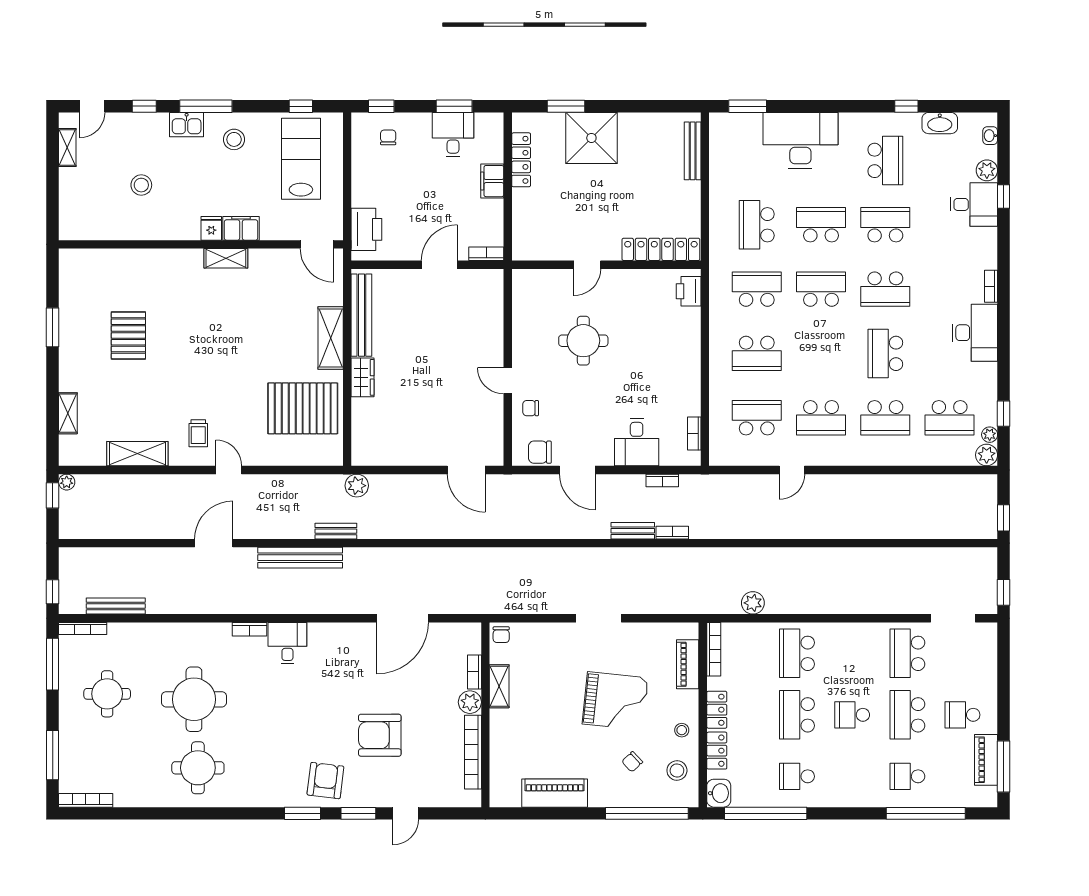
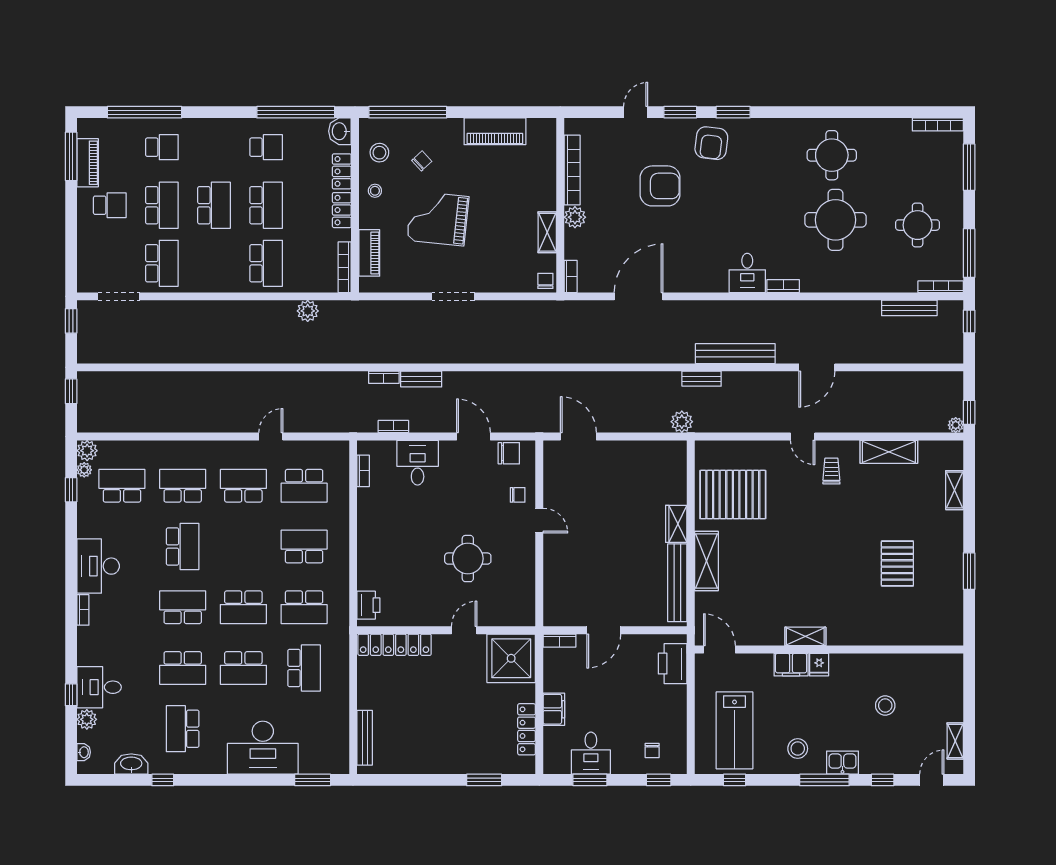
shower: (591, 138) -> (511, 658), moved
bookcase: (474, 672) -> (571, 276), moved
school desk: (852, 715) -> (214, 205), width x1.85

